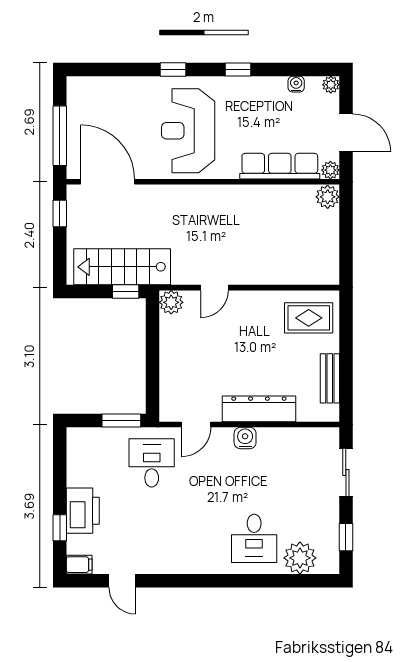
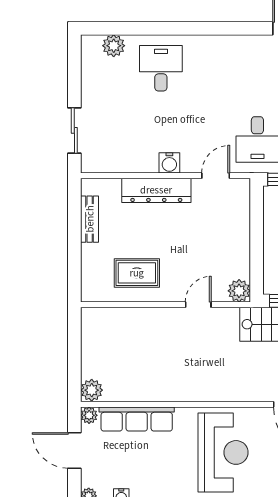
rug: (309, 318) -> (137, 273), moved
window: (346, 537) -> (74, 70), removed
plant: (300, 558) -> (114, 46), width x0.73, depth x0.73

